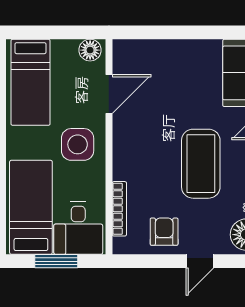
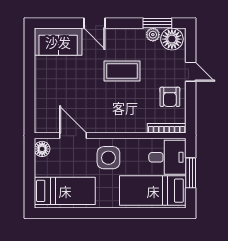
coffee table: (201, 164) -> (122, 71), width x0.73, depth x0.76
bookcase: (119, 209) -> (167, 128), moved
armchair: (164, 232) -> (170, 97), turned -90

